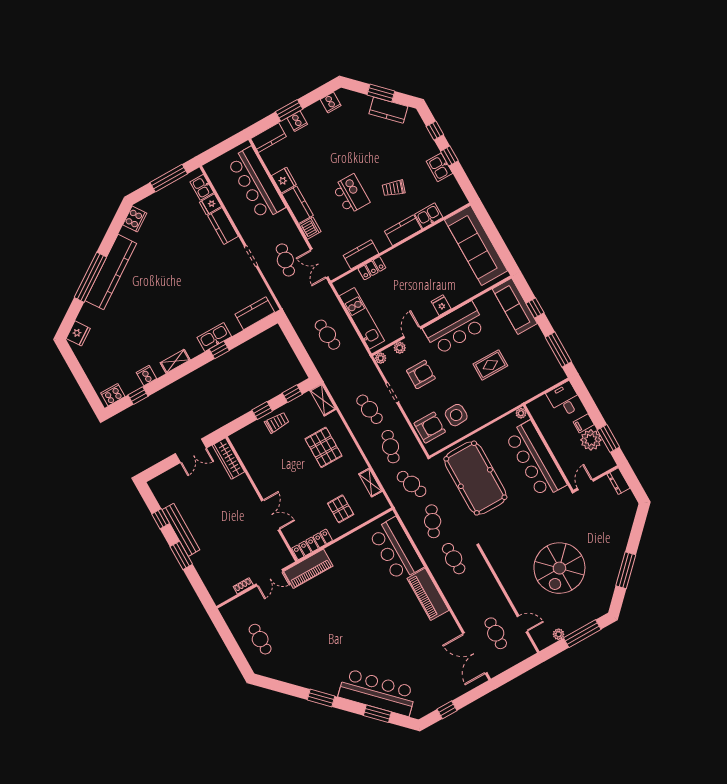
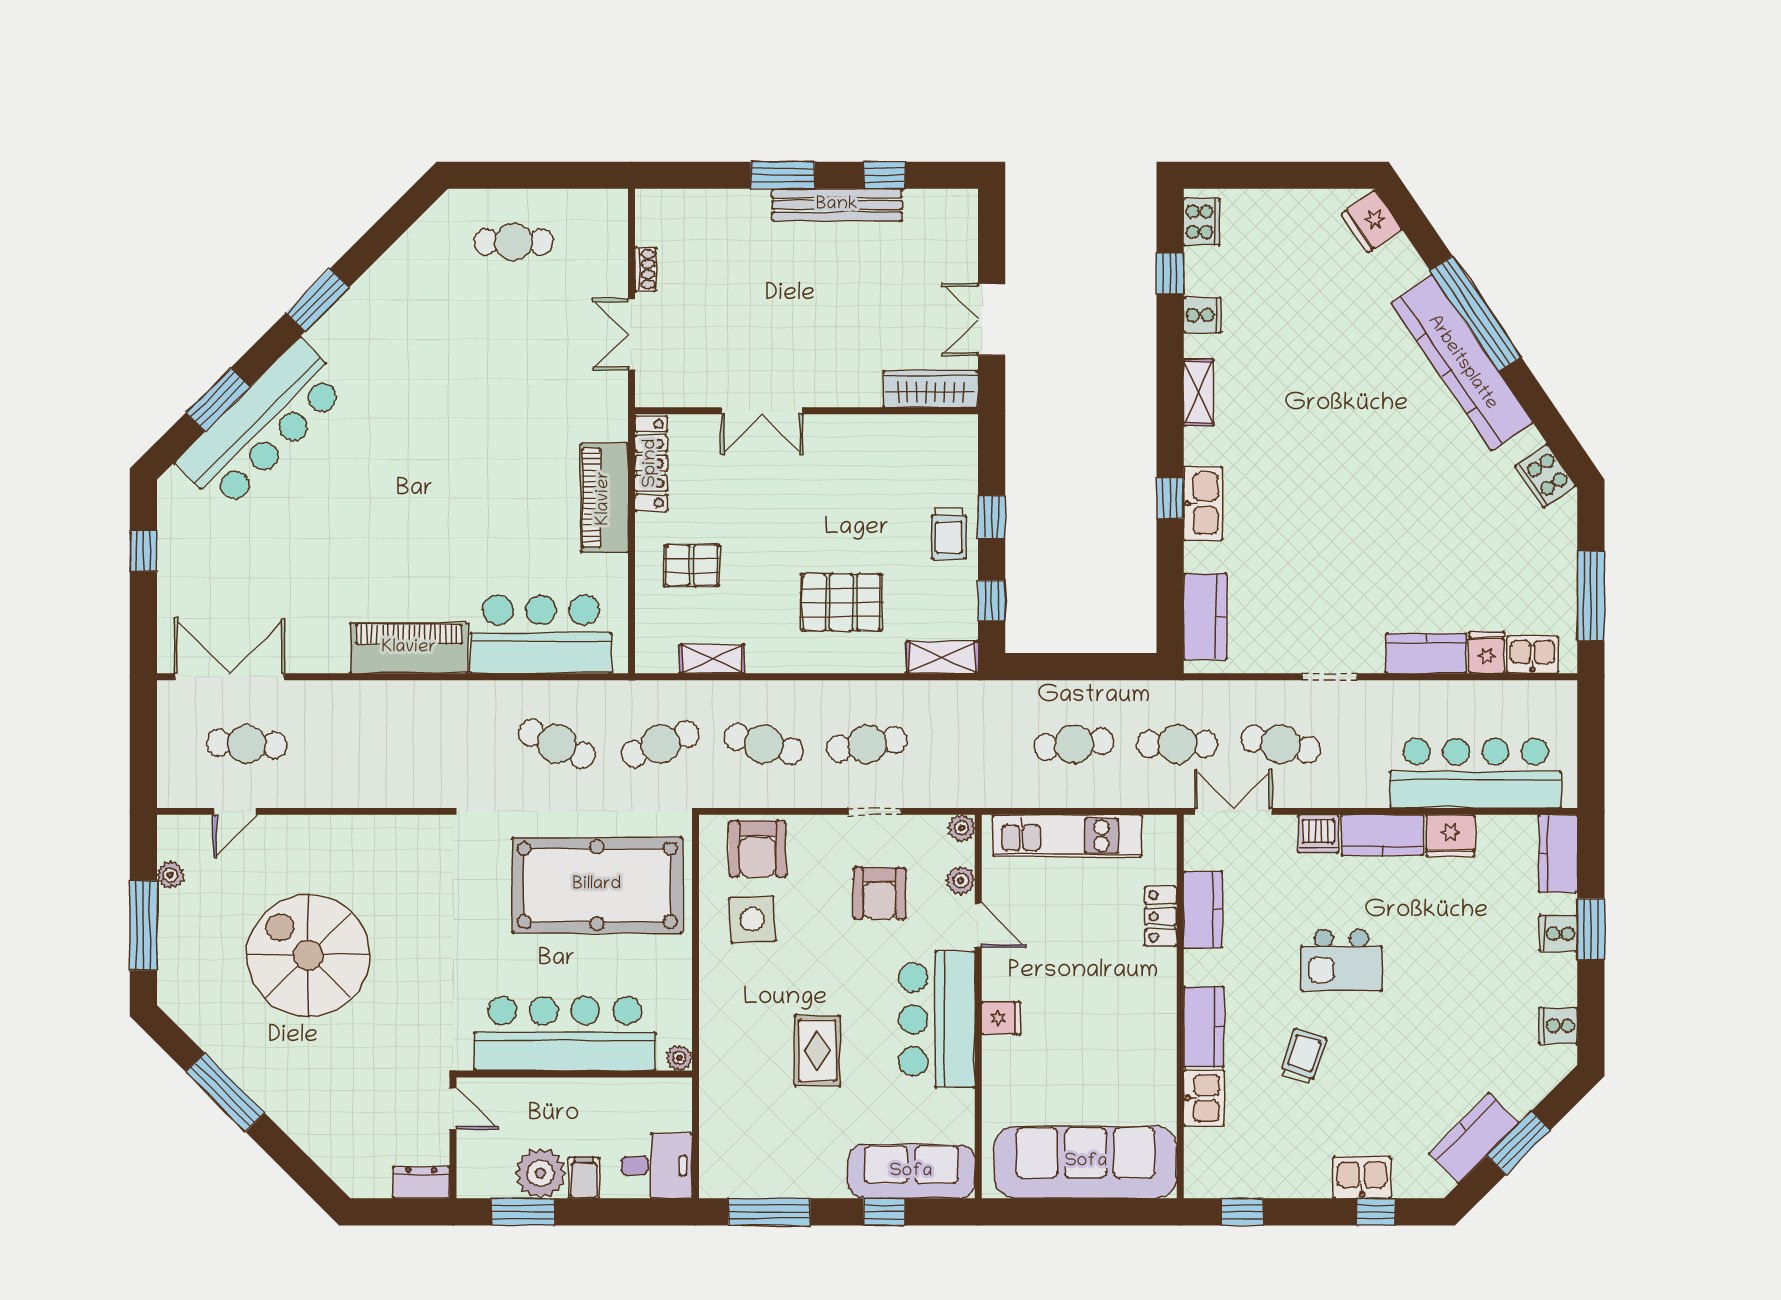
window: (449, 156) -> (1242, 1212), moved
kitchen sink: (439, 167) -> (1362, 1178), moved
cafe table: (454, 559) -> (1177, 744), moved
piano: (308, 569) -> (604, 498), moved

